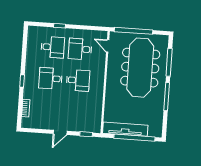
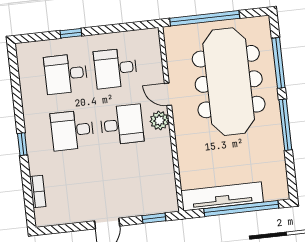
door: (108, 46) -> (168, 94), moved
desk: (53, 47) -> (66, 74), turned 180
plant: (99, 82) -> (159, 121), added

